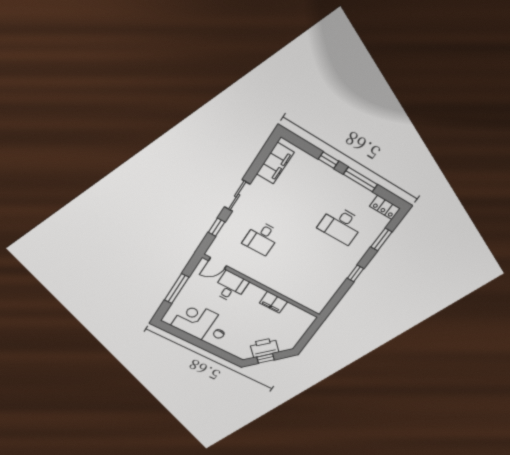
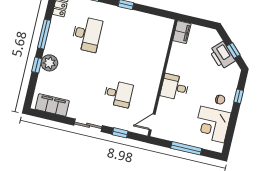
plant: (325, 175) -> (49, 63), added
door: (217, 263) -> (152, 122), swing flipped
desk: (230, 287) -> (175, 87), moved
filing cabinet: (273, 302) -> (182, 32), moved
window: (216, 351) -> (239, 96), added

